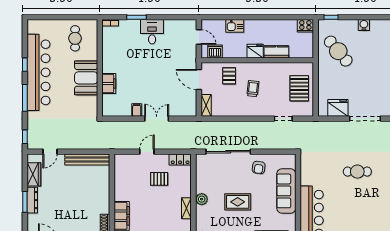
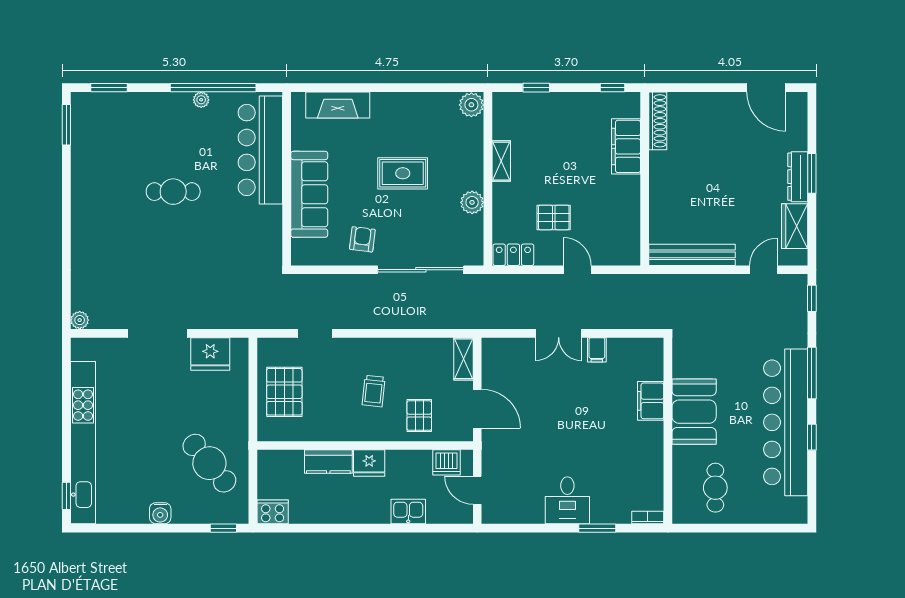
door: (147, 152) -> (577, 270), swing flipped
cafe table: (357, 172) -> (173, 192), moved
plant: (202, 199) -> (472, 202), moved

